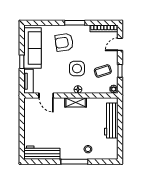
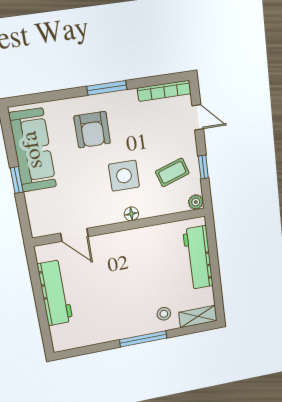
armchair: (64, 42) -> (92, 130), turned -82
door: (120, 44) -> (198, 117), swing flipped
tv unit: (28, 81) -> (36, 215), removed
shelving: (76, 102) -> (198, 316), moved
workbench: (42, 153) -> (55, 293), moved, turned 90

